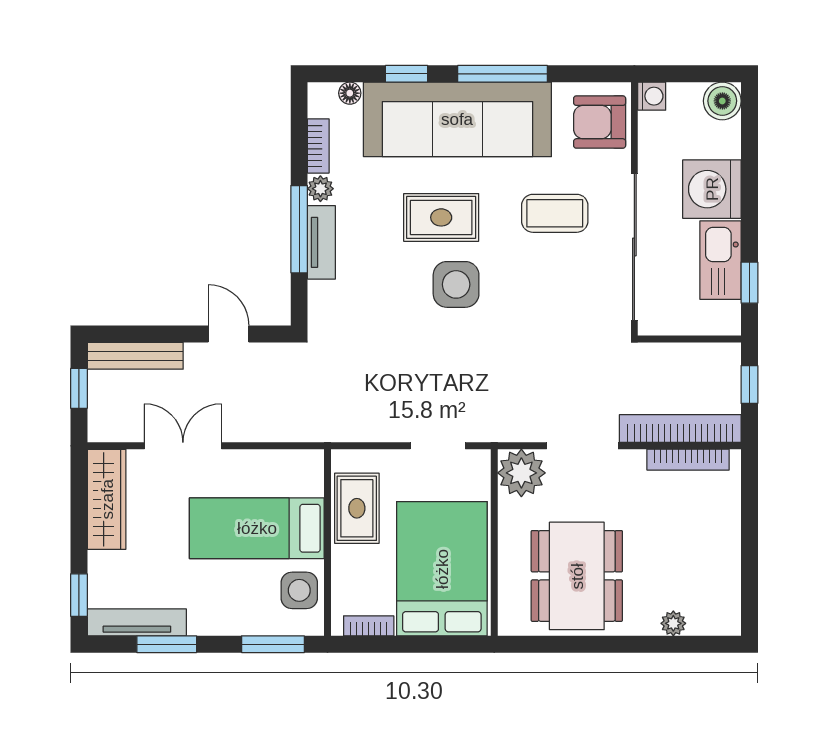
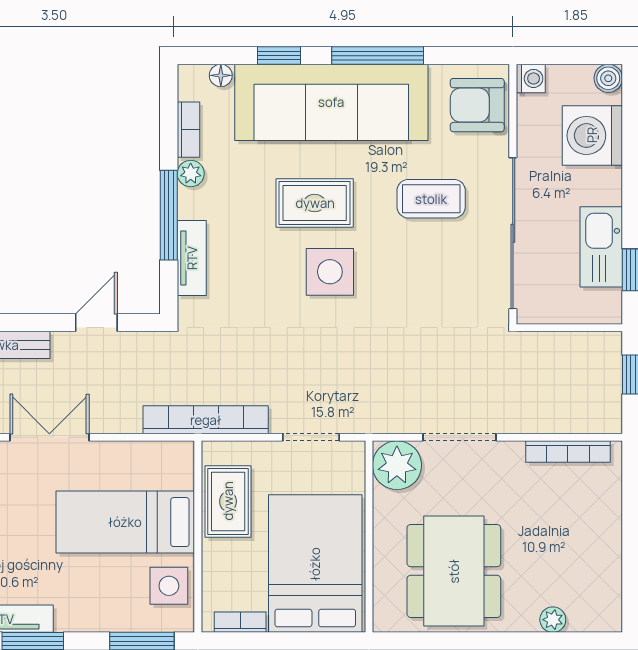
boiler: (722, 101) -> (608, 78), width x0.73, depth x0.73
washing machine: (712, 189) -> (592, 135), moved
tv unit: (321, 242) -> (192, 258), moved
door: (229, 334) -> (96, 323), hinge flipped
bookcase: (680, 429) -> (206, 420), moved

